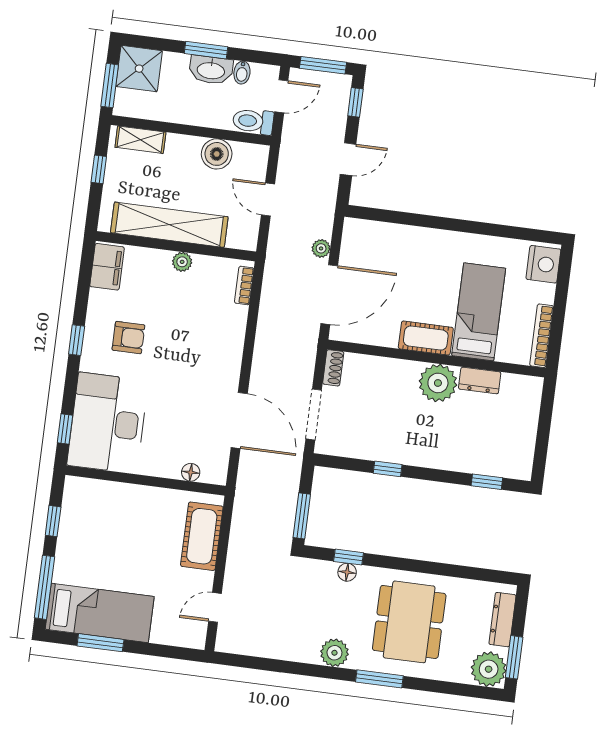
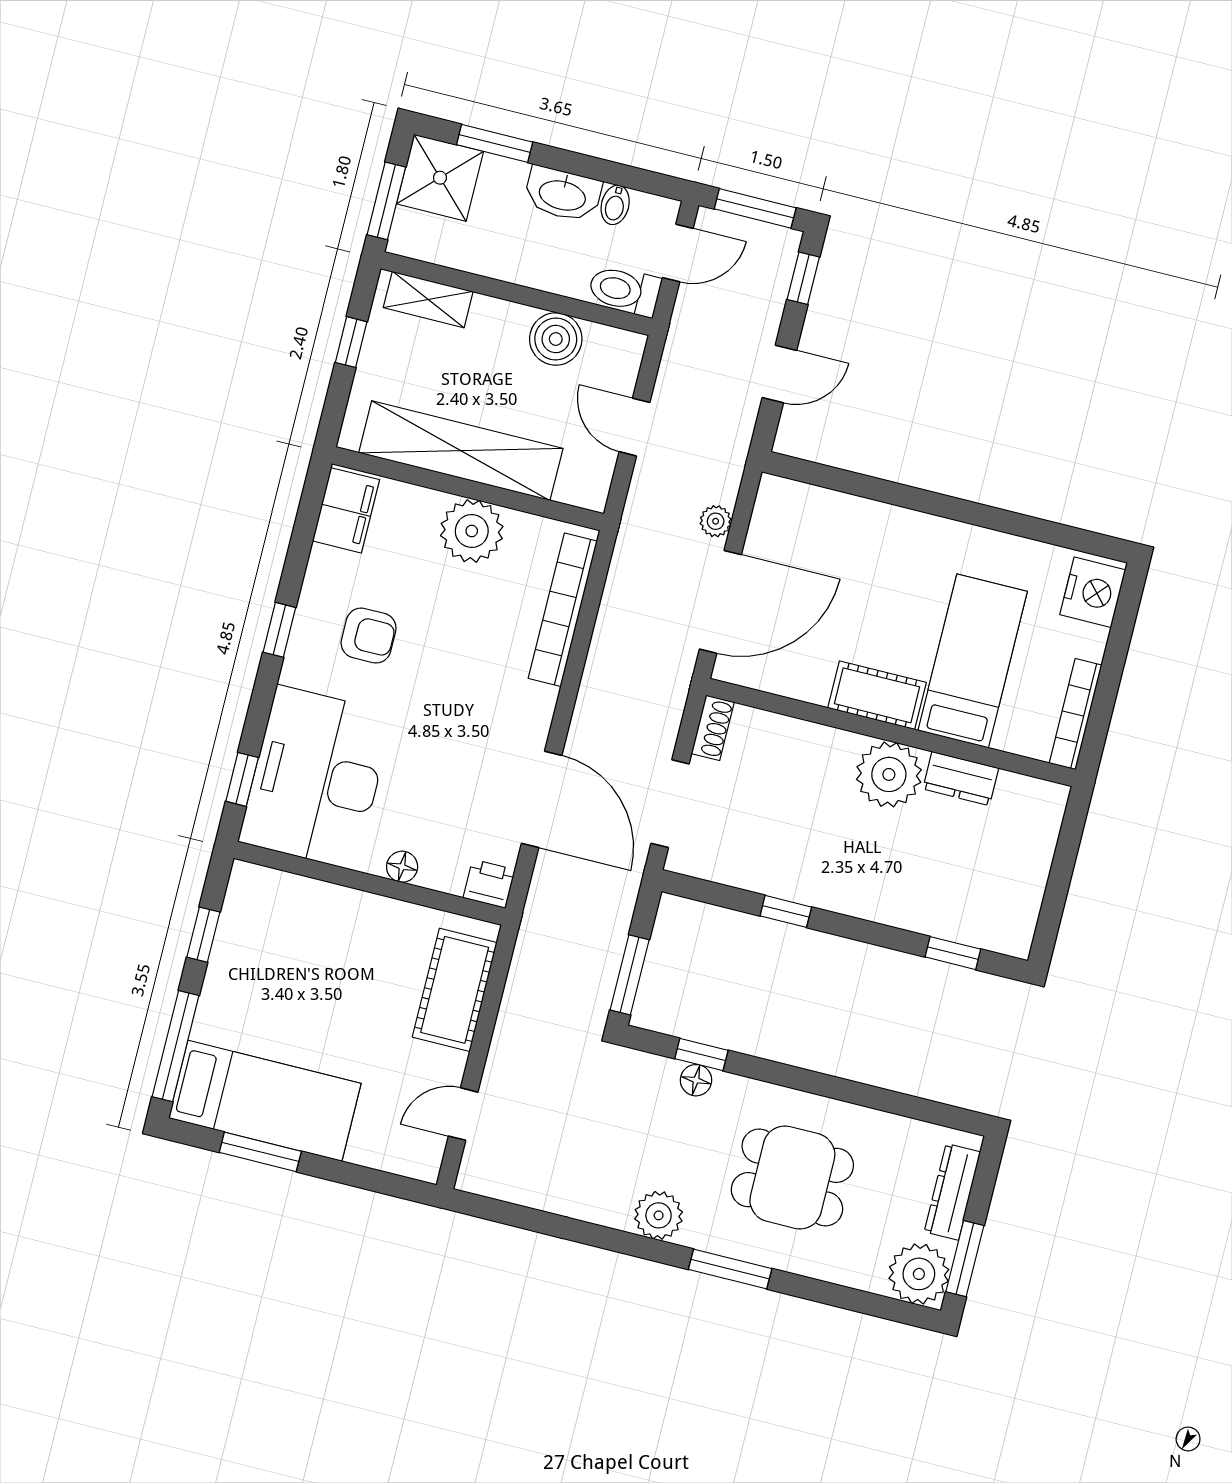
window: (206, 50) -> (495, 143), moved
plant: (182, 262) -> (472, 531), width x1.87, depth x1.87
bookcase: (244, 285) -> (563, 610), width x2.31, depth x1.31
floor lamp: (191, 472) -> (402, 867), moved
printer: (215, 473) -> (489, 884), added
dining table: (409, 622) -> (792, 1177), width x0.73

